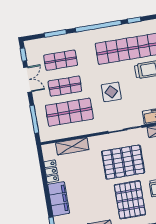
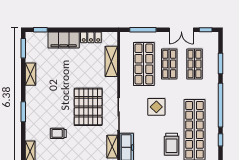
pallet: (130, 200) -> (51, 107), removed

